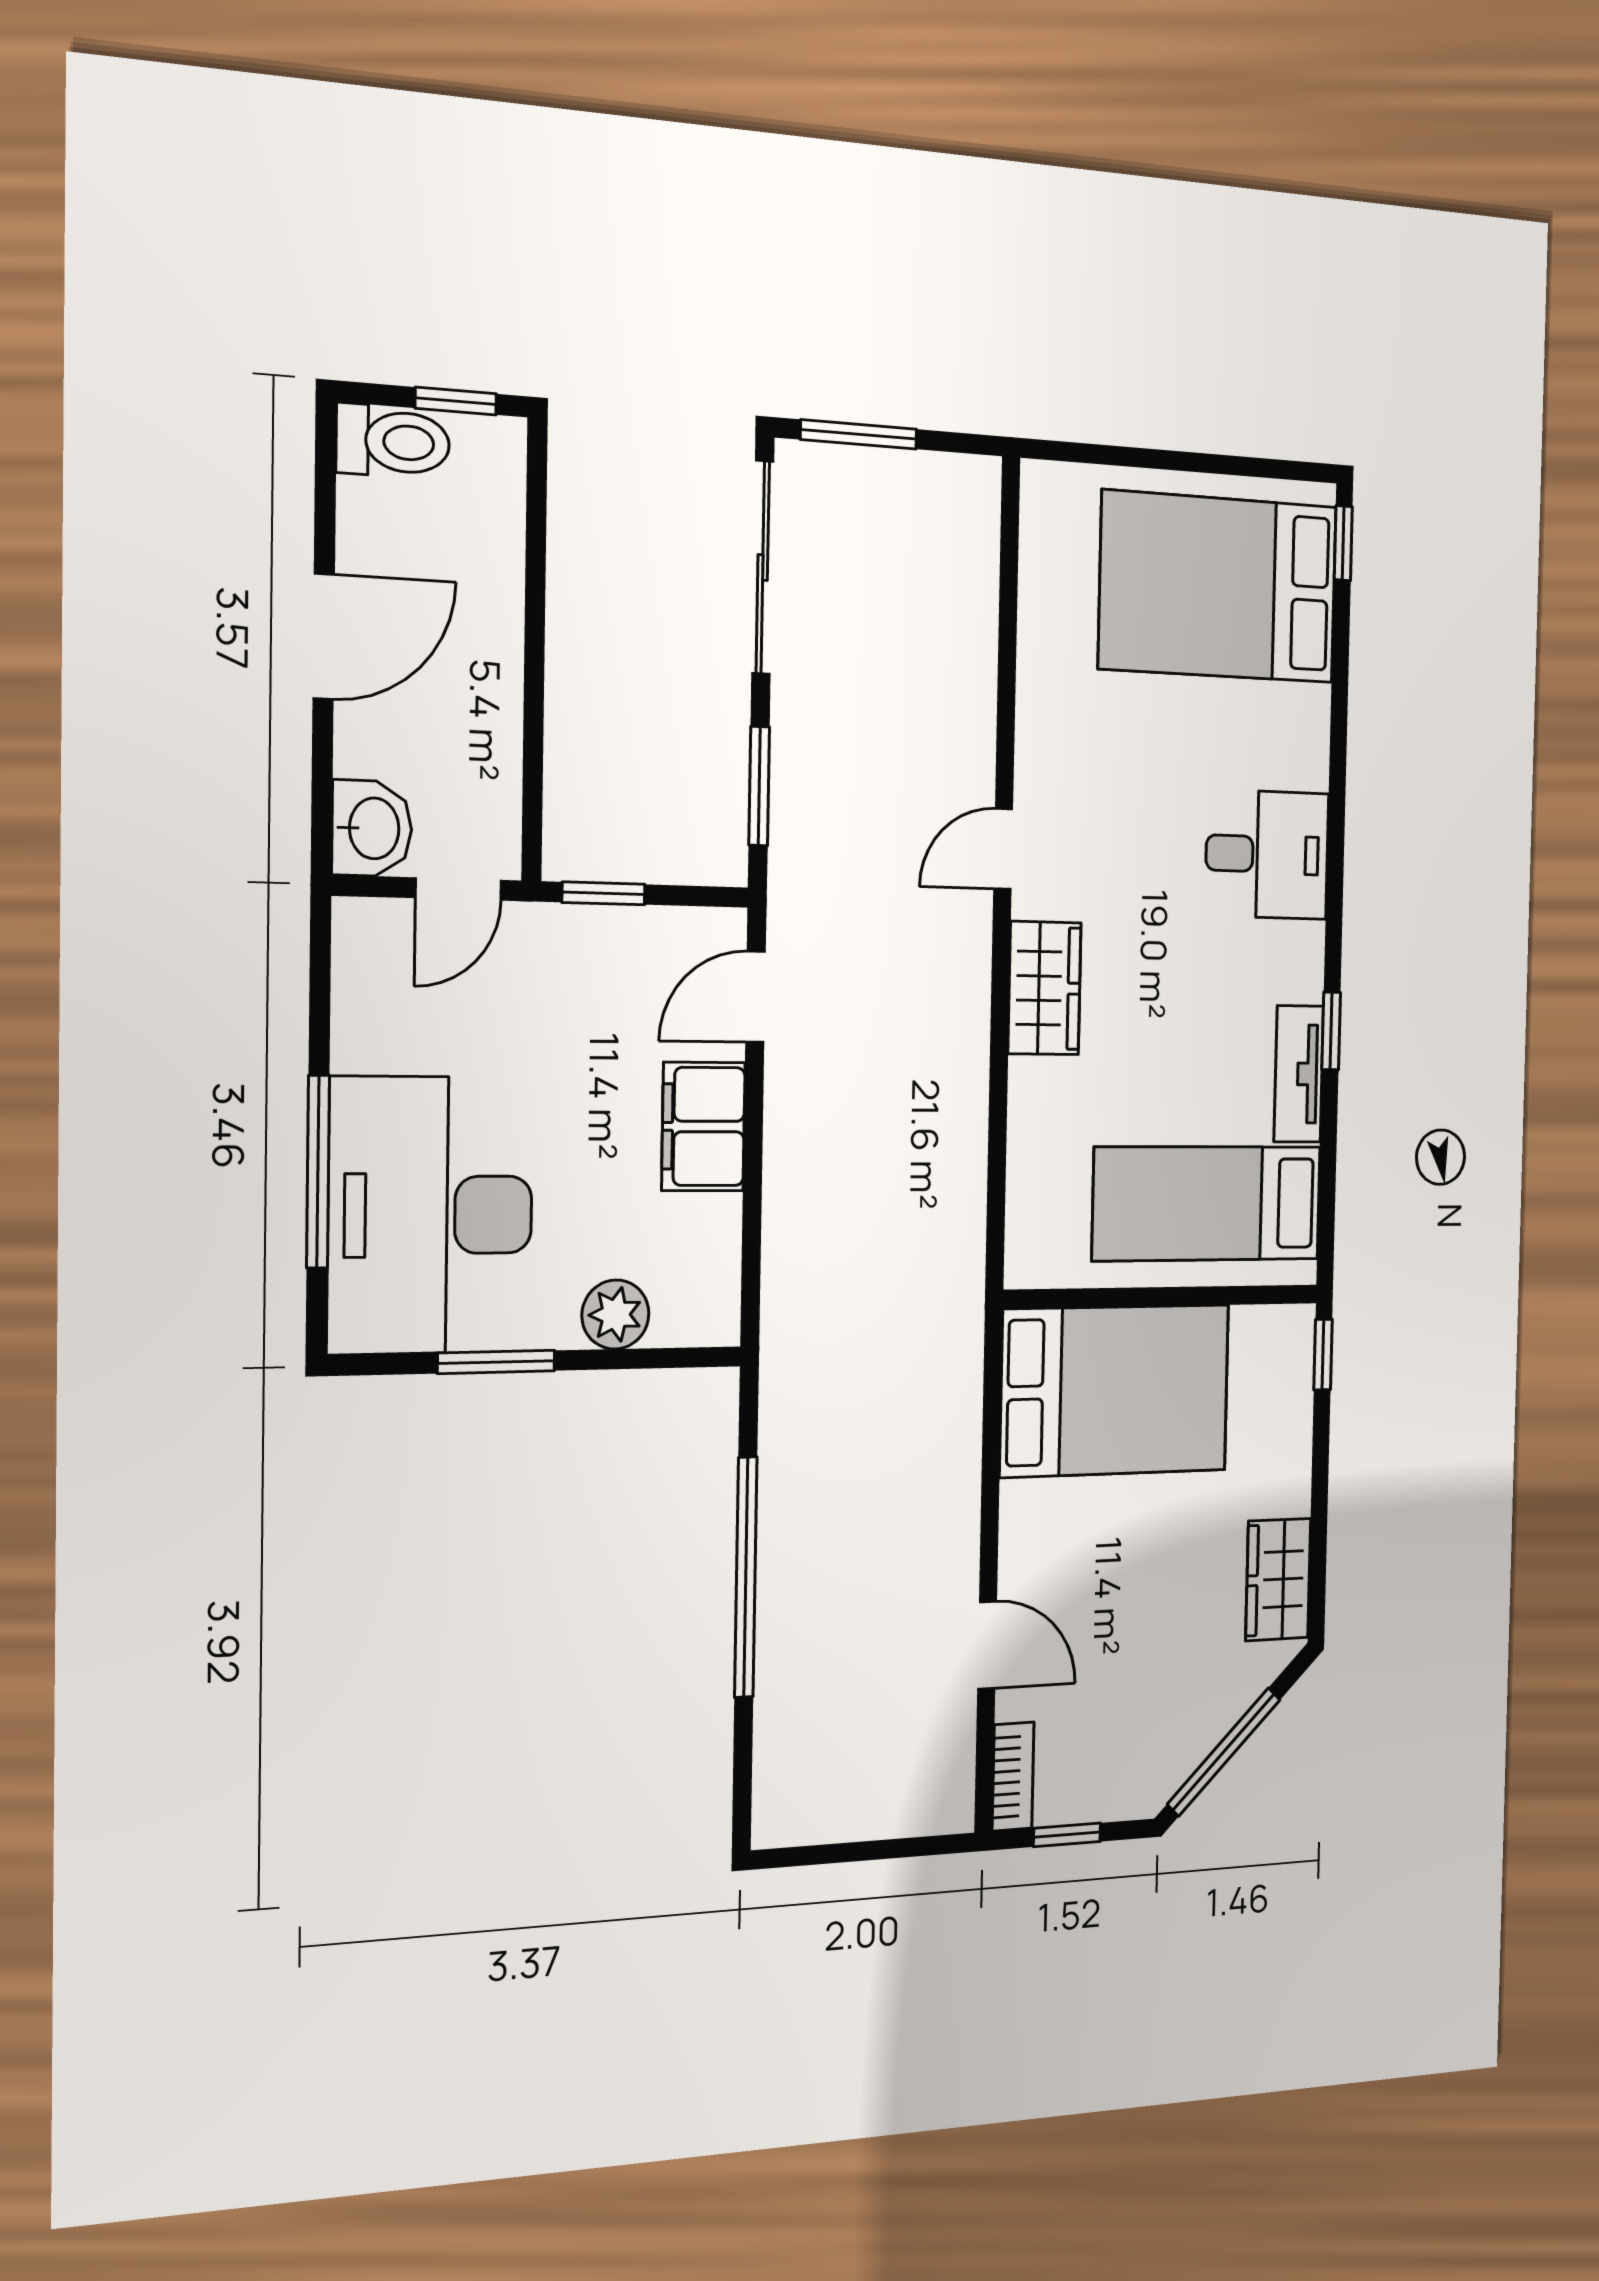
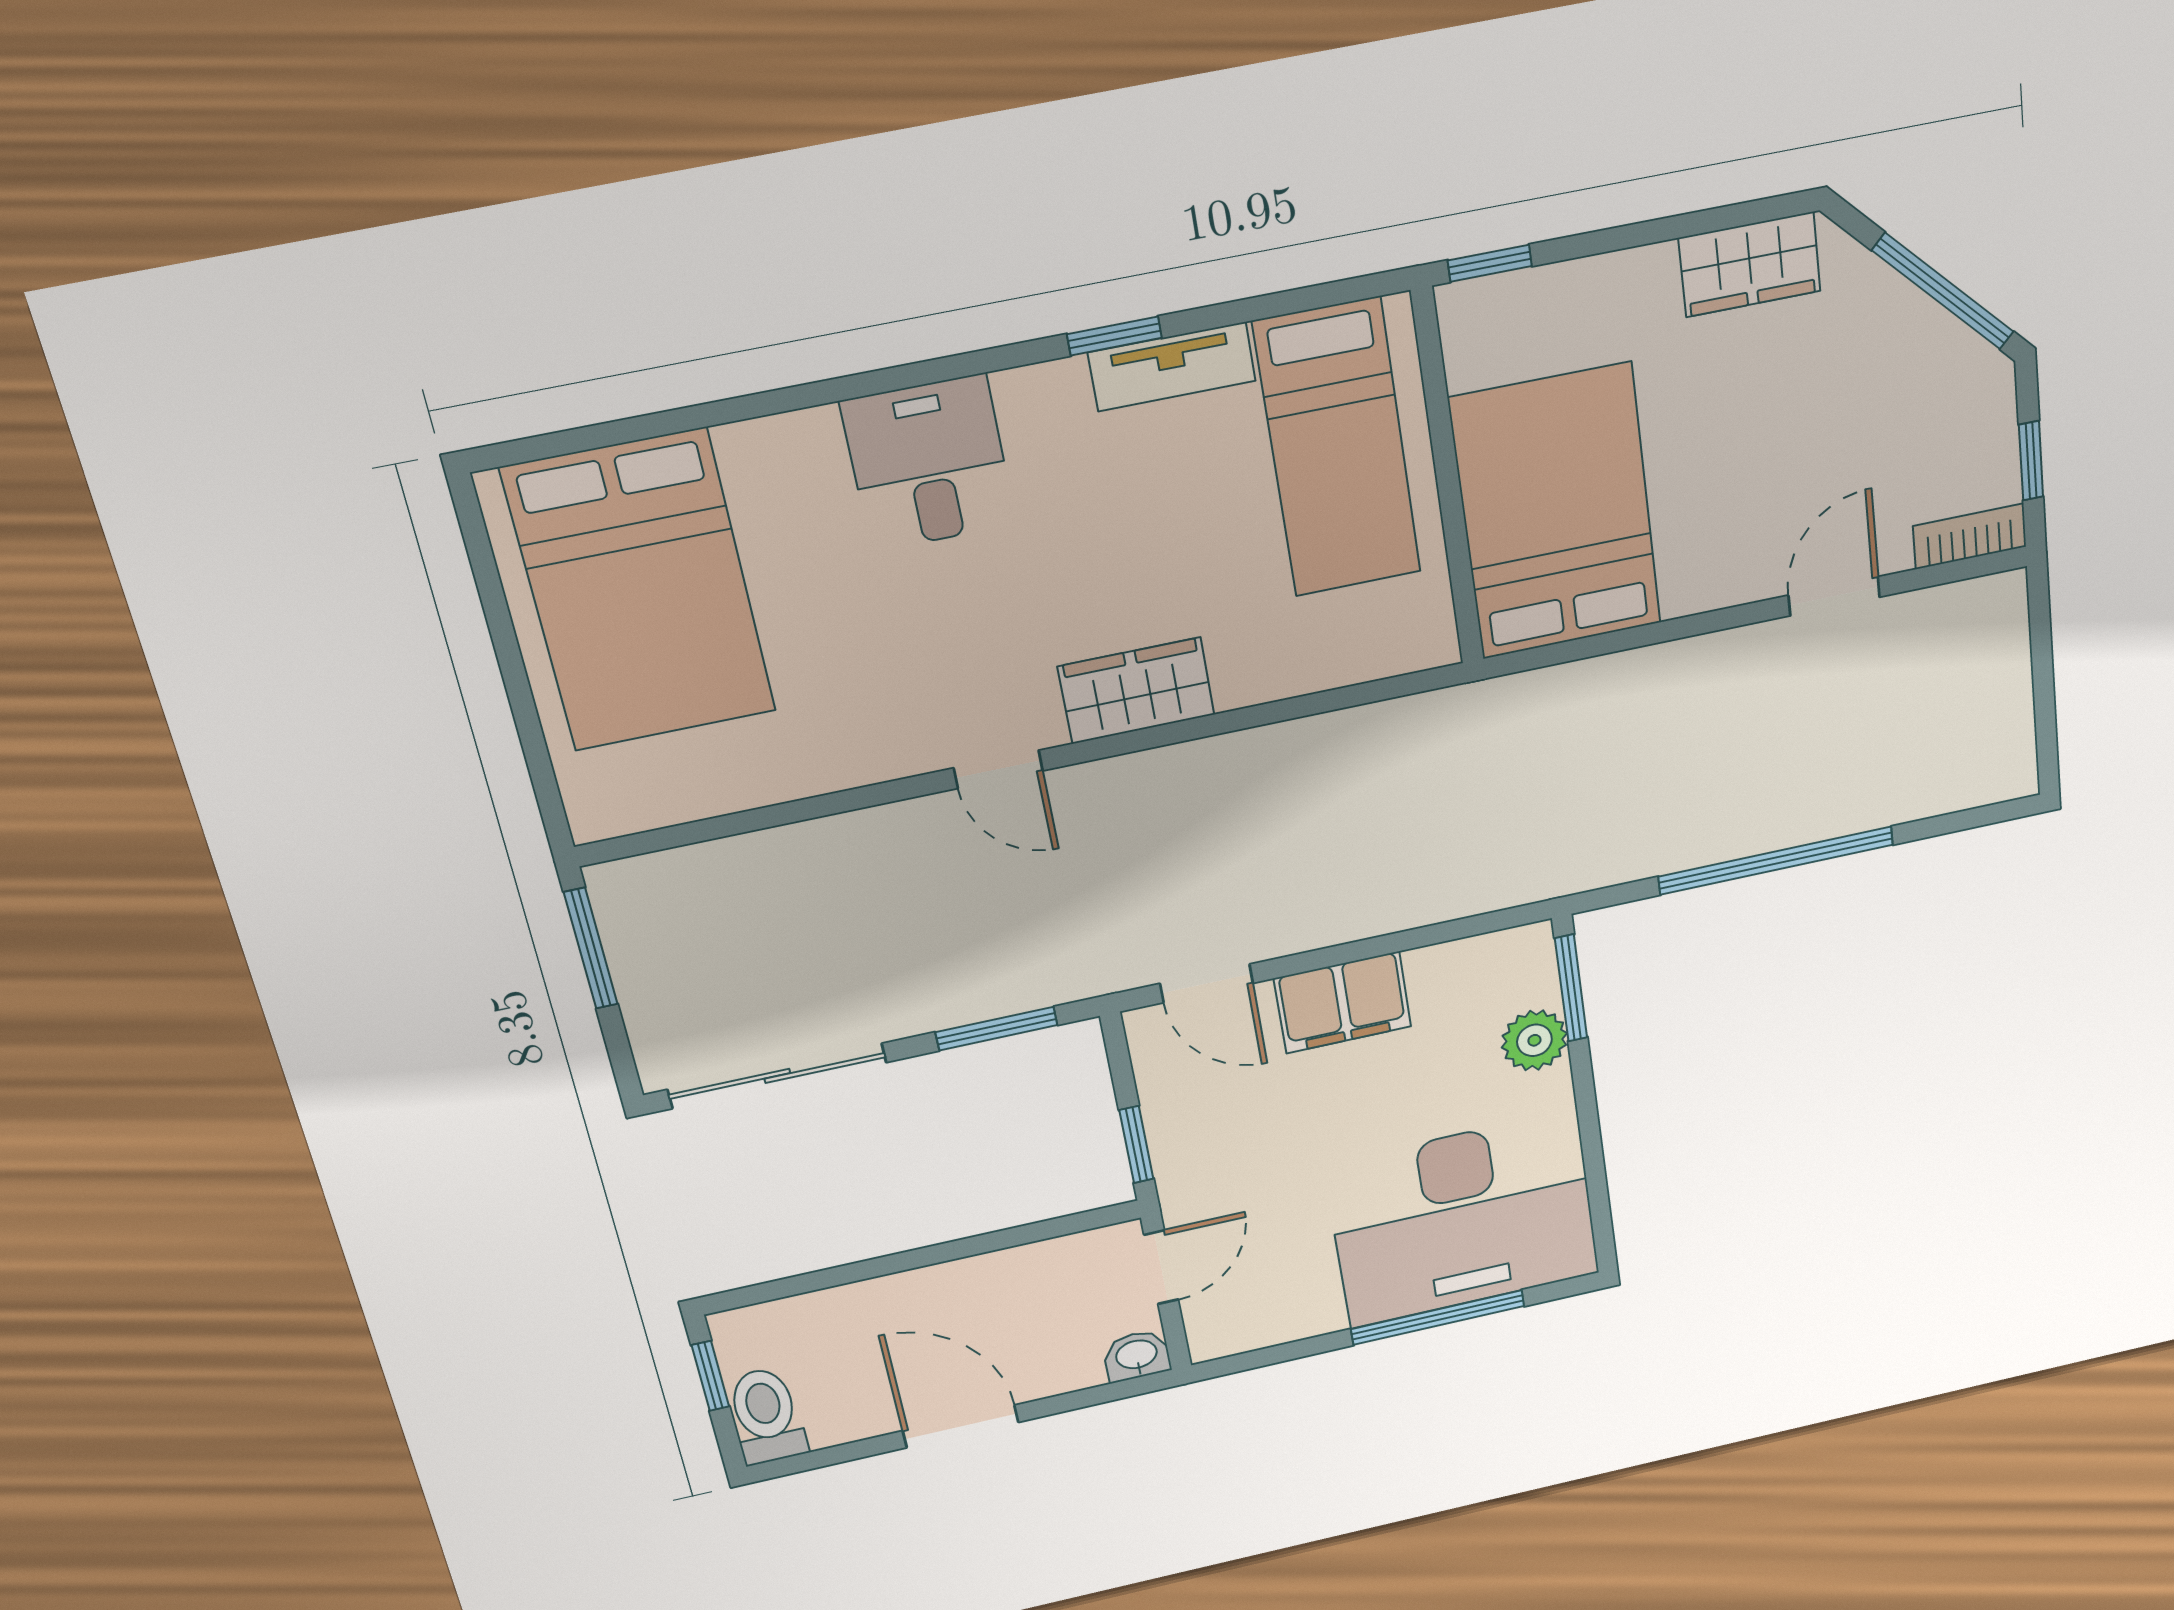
window: (859, 434) -> (591, 948), moved
window: (1343, 543) -> (537, 448), removed
washbasin: (372, 828) -> (1137, 1356), width x0.72, depth x0.69
door: (458, 889) -> (1161, 1267), hinge flipped
window: (496, 1362) -> (1571, 988), moved

